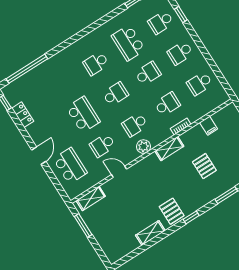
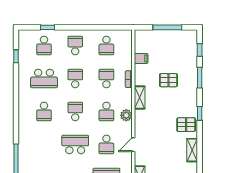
school desk: (180, 53) -> (75, 45), turned 180

